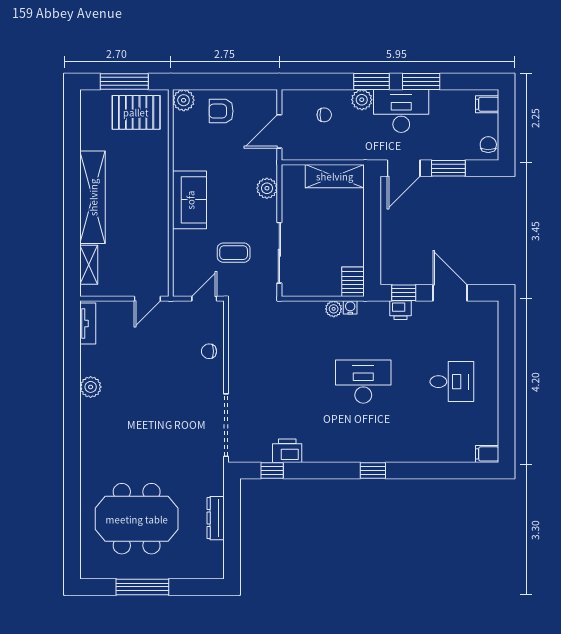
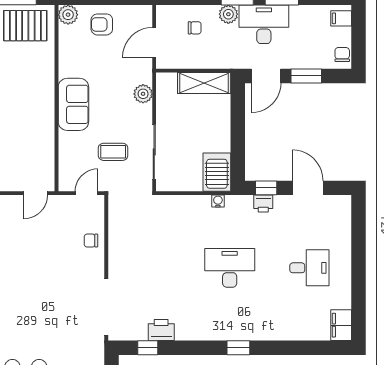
server rack: (353, 282) -> (217, 172), width x1.36, depth x1.44
plant: (334, 309) -> (203, 202), removed
filing cabinet: (487, 454) -> (341, 325), width x2.00

